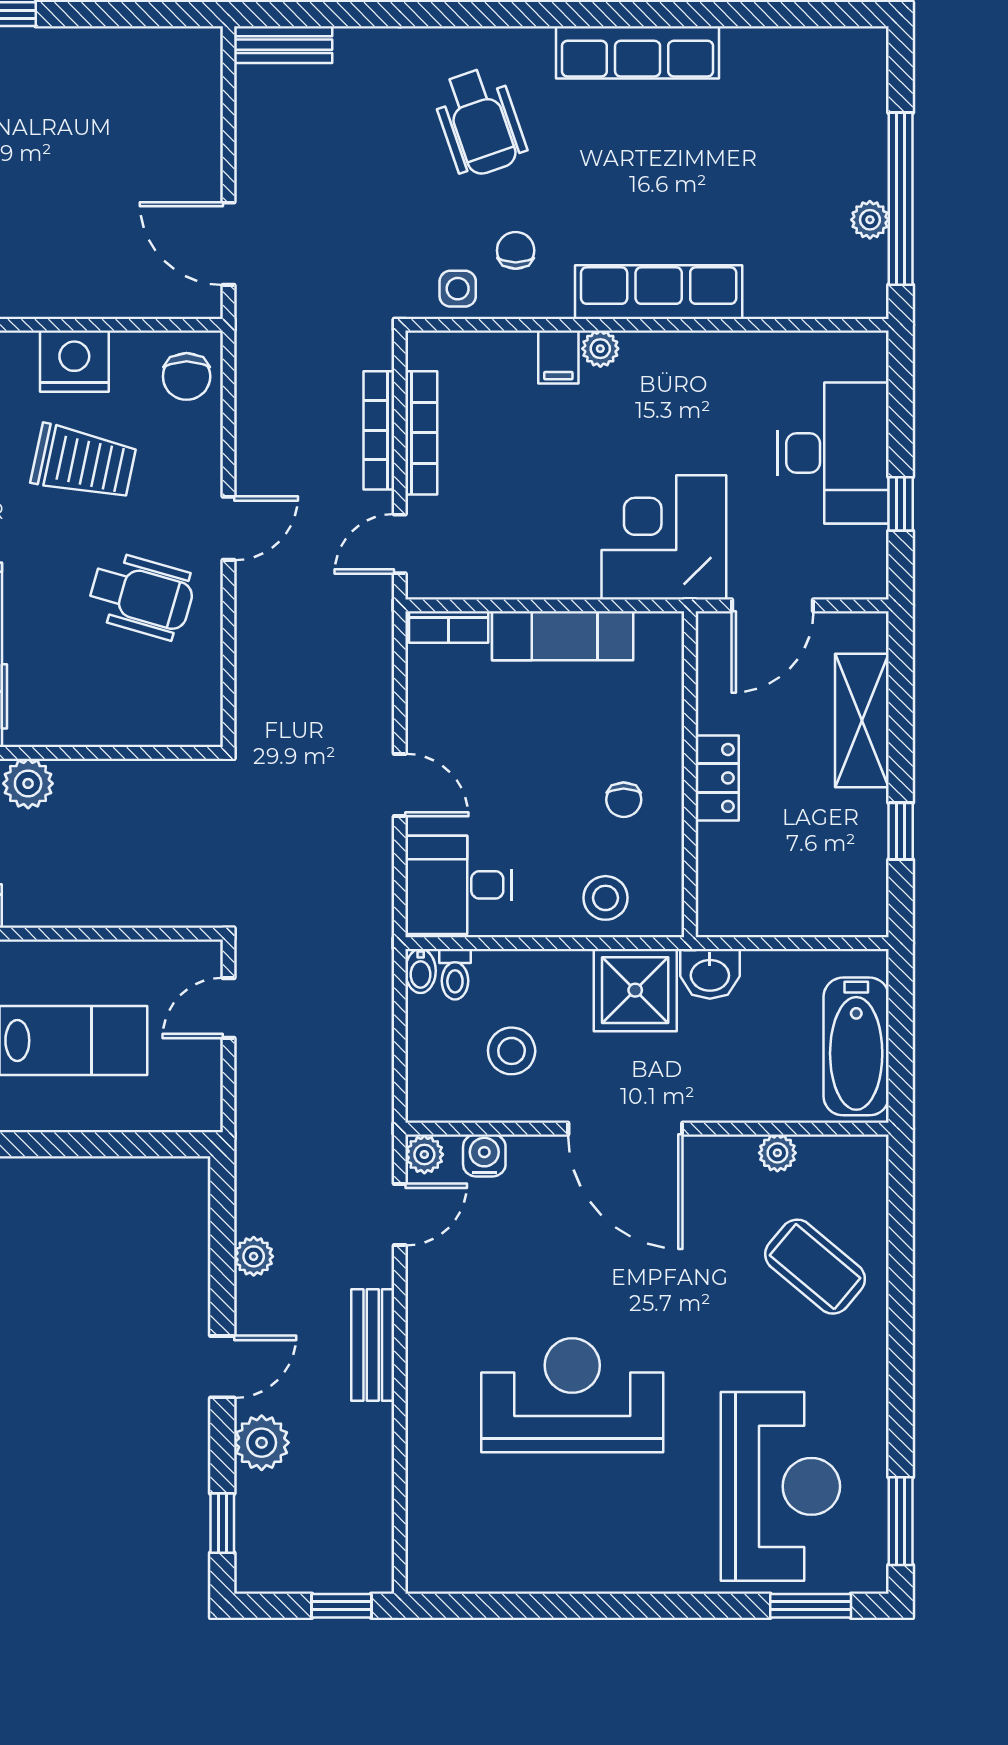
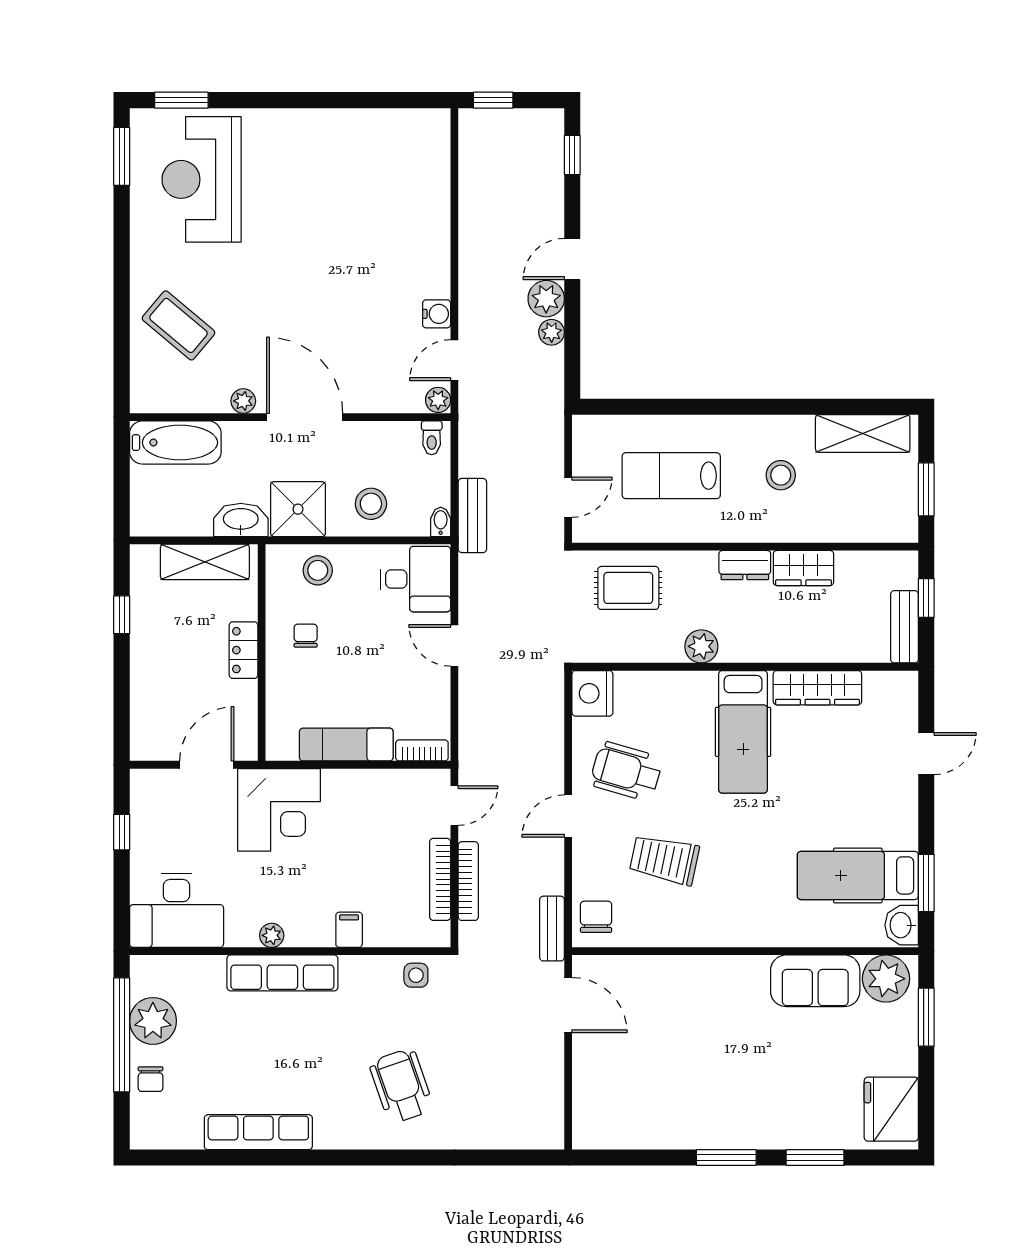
bench: (283, 45) -> (552, 929), moved, turned 90
row of seats: (638, 52) -> (258, 1132), moved
plant: (870, 220) -> (153, 1021), width x1.87, depth x1.87
chair: (516, 250) -> (151, 1079), moved
plant: (600, 349) -> (272, 935), moved
nightstand: (74, 361) -> (592, 693), moved, turned 90
desk: (833, 453) -> (177, 910), moved, turned -90
shelving: (862, 720) -> (205, 562), moved, turned 90
rug: (138, 872) -> (628, 588), added
toilet: (455, 974) -> (432, 438), moved, turned 180
washbasin: (710, 974) -> (241, 520), width x1.38
bathtub: (856, 1046) -> (175, 443), moved, turned 90
stool: (512, 1051) -> (371, 504), moved
plant: (777, 1153) -> (243, 401), moved
water cooler: (484, 1155) -> (437, 314), moved, turned -90
bench: (373, 1345) -> (472, 516), moved
reception desk: (572, 1395) -> (340, 240), removed
plant: (262, 1443) -> (546, 299), moved

